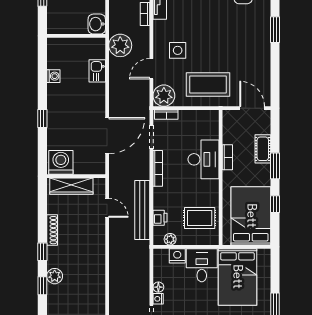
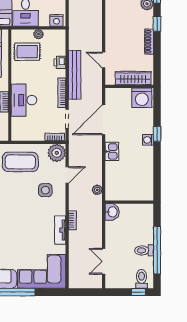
plant: (120, 45) -> (97, 190), width x0.53, depth x0.53
kitchen sink: (97, 71) -> (112, 151), moved
washing machine: (53, 76) -> (148, 140), moved
bench: (142, 210) -> (75, 75), moved
printer: (160, 218) -> (60, 62), moved
plant: (170, 239) -> (38, 34), moved
nightstand: (177, 256) -> (56, 20), moved

